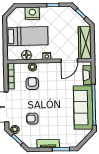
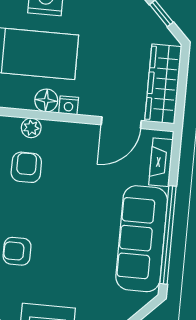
floor lamp: (26, 55) -> (46, 100), moved

